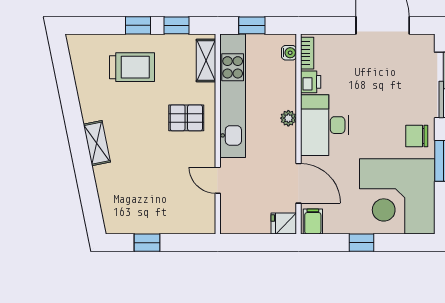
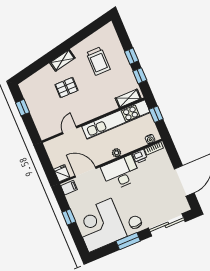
trolley: (132, 67) -> (98, 61), moved
pallet: (186, 118) -> (66, 88), moved, turned 90
door: (299, 183) -> (86, 172), swing flipped

